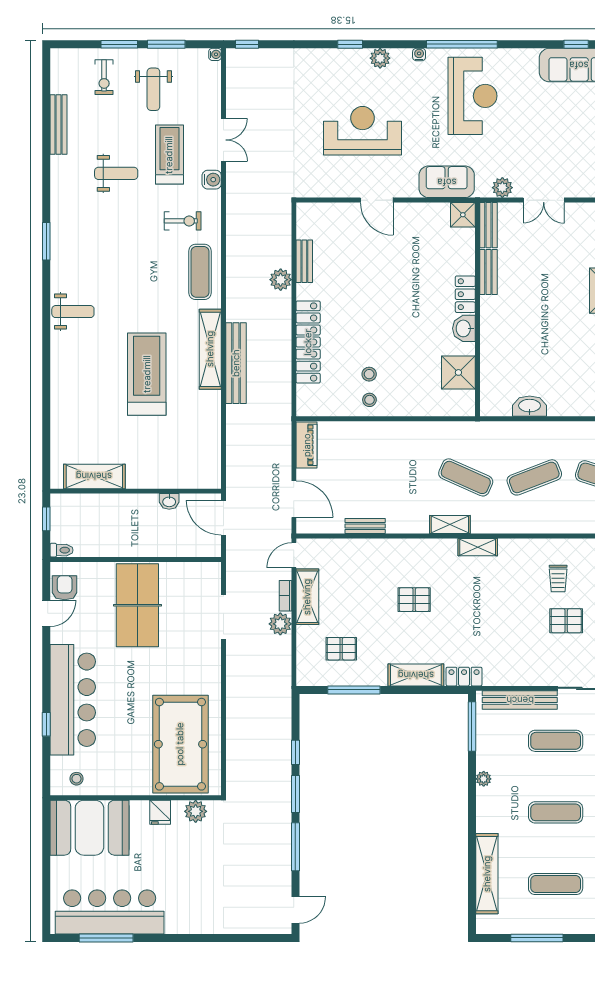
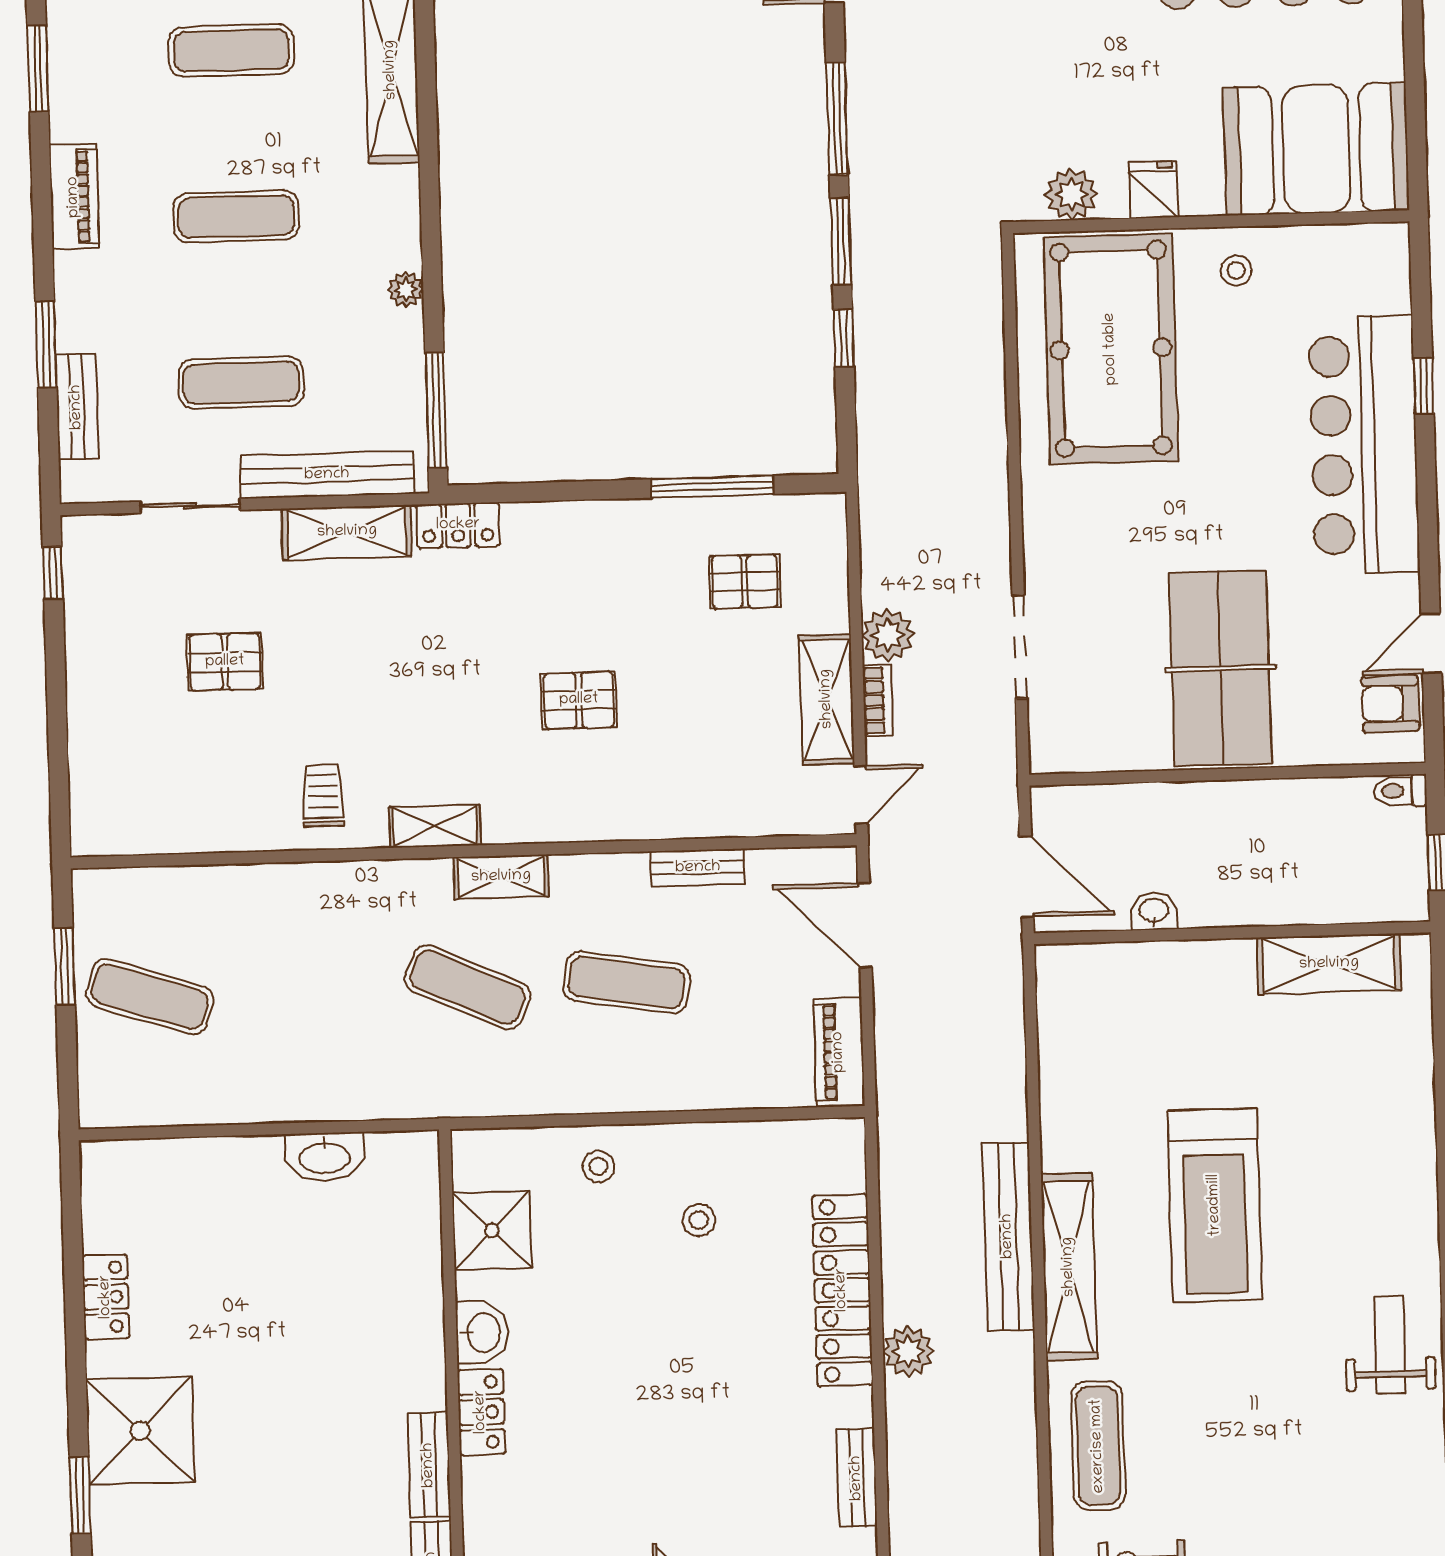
plant: (281, 280) -> (908, 1351), moved
weight bench: (73, 312) -> (1390, 1345), turned 90
stool: (369, 400) -> (599, 1166), moved
exercise mat: (534, 477) -> (627, 982), moved, turned 30
trolley: (558, 579) -> (323, 796), moved
armchair: (65, 588) -> (1390, 704), turned 90
shelving: (416, 675) -> (347, 532), moved
stool: (77, 779) -> (1236, 270), moved

